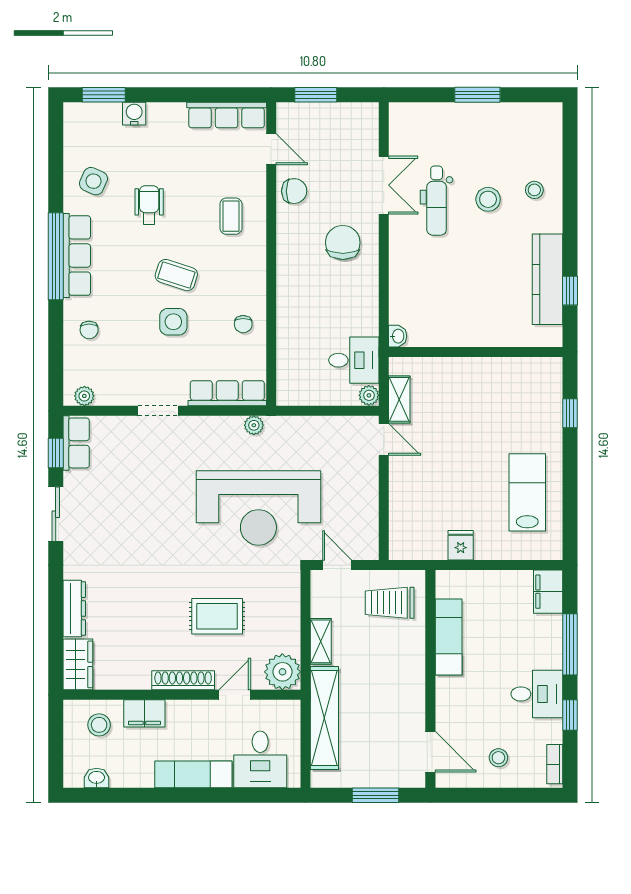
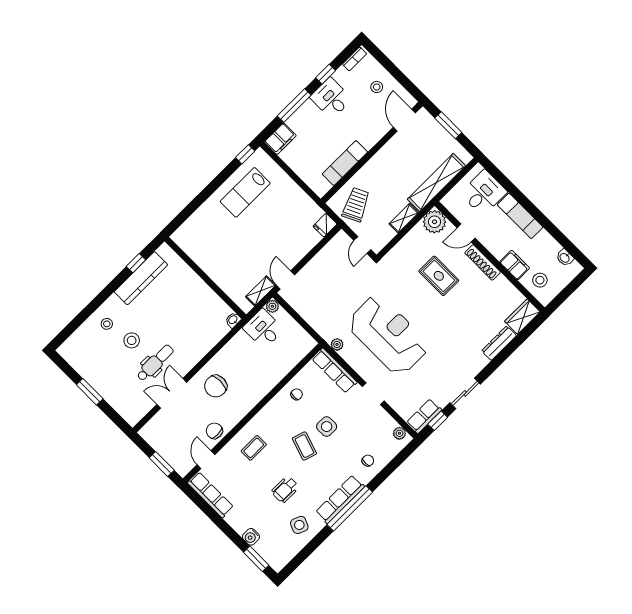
window: (570, 413) -> (245, 154), moved
reception desk: (258, 508) -> (388, 335), moved
fridge: (461, 545) -> (325, 225), moved
trolley: (390, 603) -> (356, 205), turned -116

